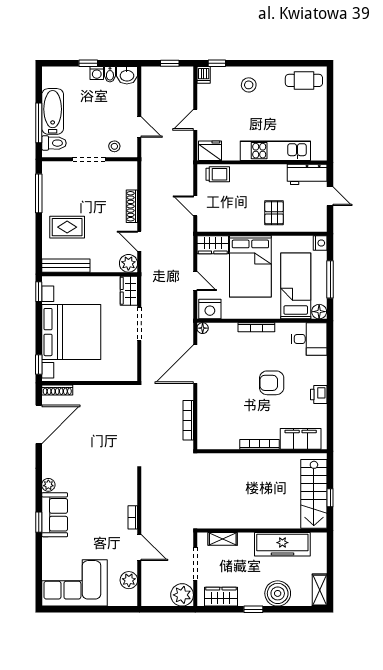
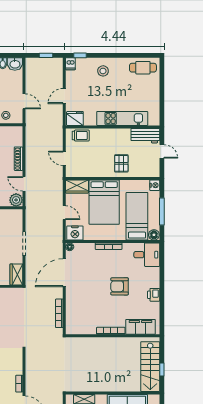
wardrobe: (129, 291) -> (16, 274), moved

